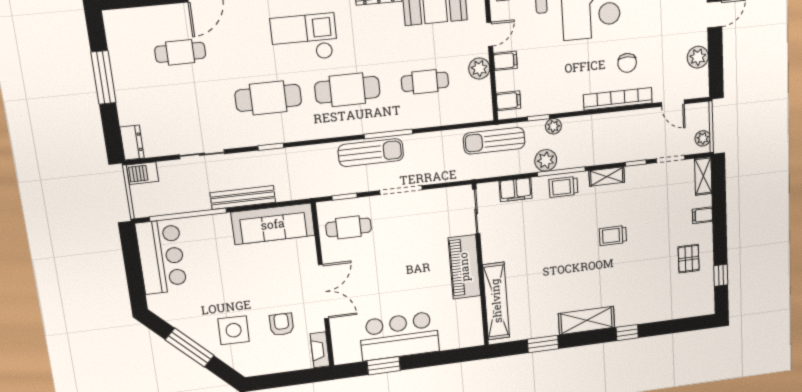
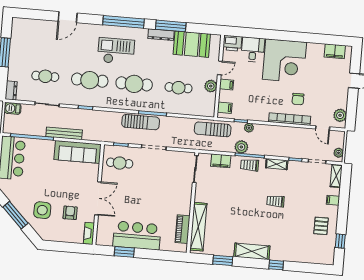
cafe table: (180, 52) -> (45, 76), moved
plant: (698, 57) -> (340, 115), moved
piano: (464, 267) -> (183, 229), moved, width x0.73, depth x0.75

